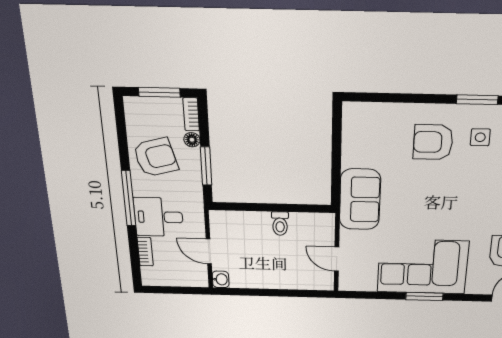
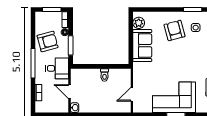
plant: (354, 125) -> (139, 23), added
armchair: (433, 142) -> (175, 30), turned 75
sofa: (360, 199) -> (142, 46), moved
desk: (159, 217) -> (57, 68), moved, turned 180
door: (337, 259) -> (132, 94), hinge flipped

